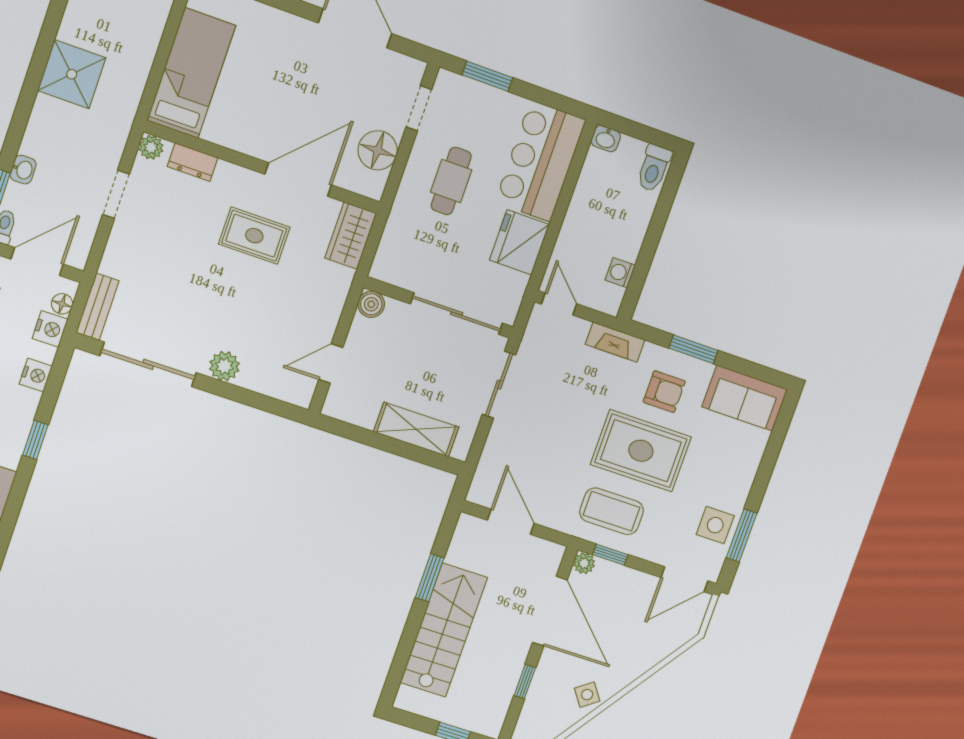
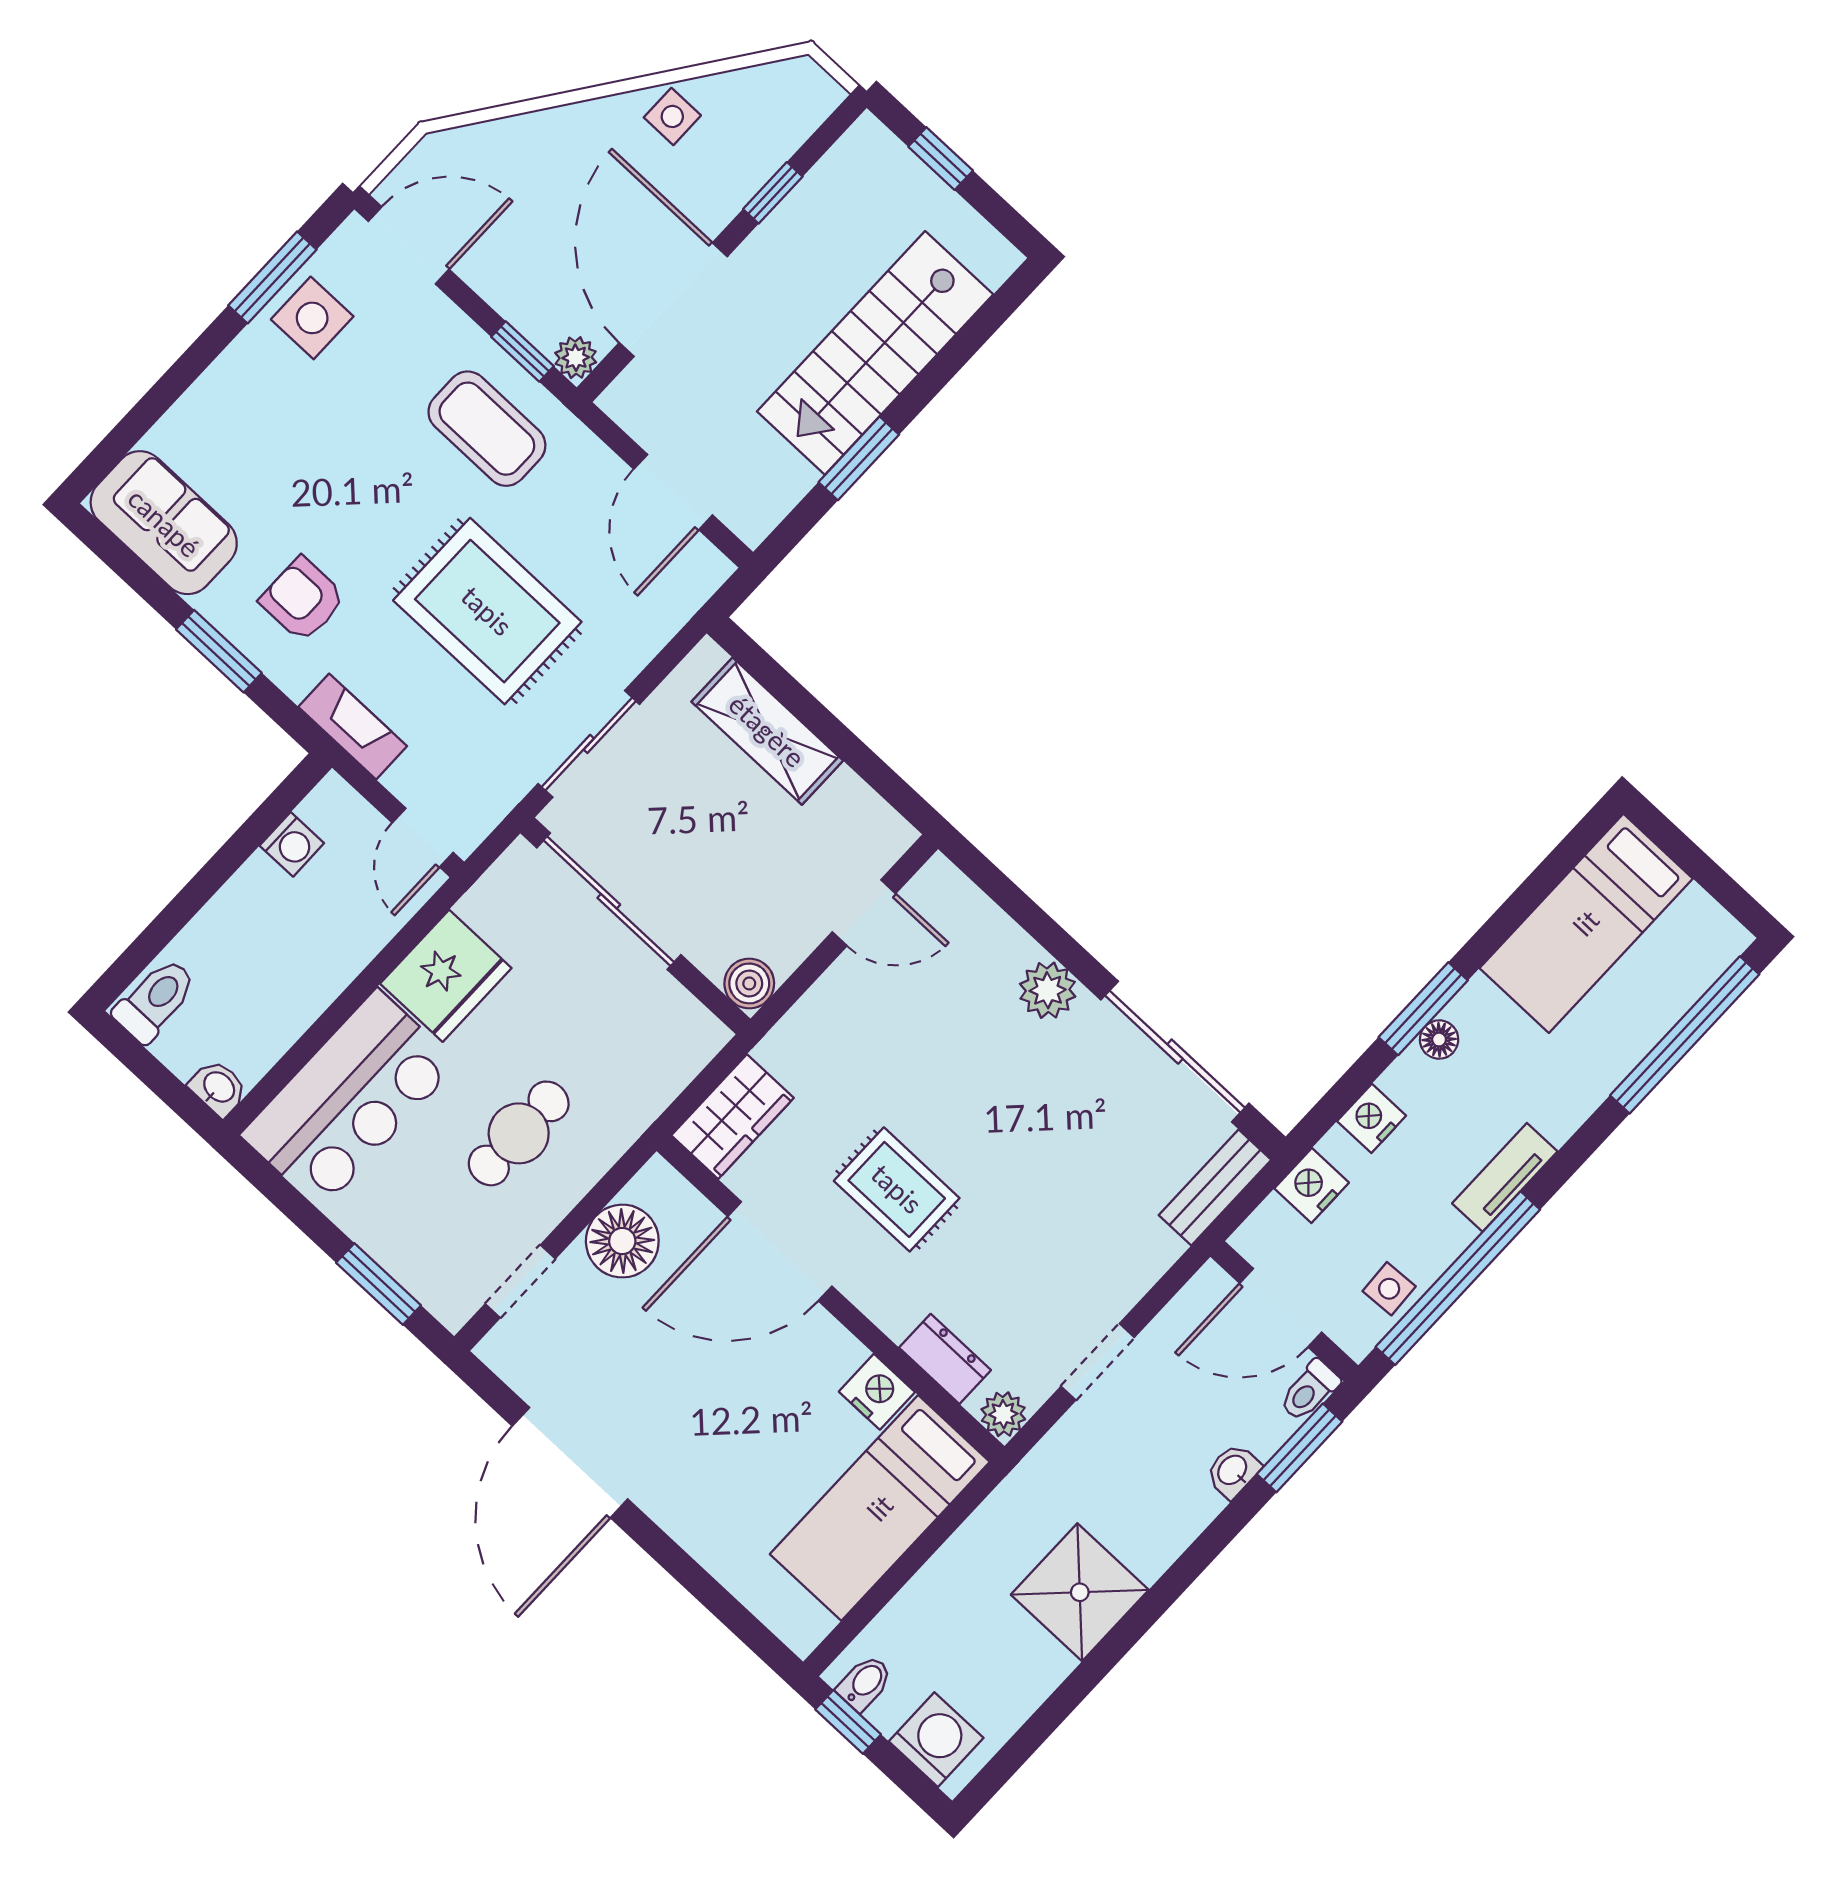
nightstand: (219, 131) -> (877, 1392), added
floor lamp: (62, 304) -> (1439, 1040), moved
window: (35, 440) -> (1423, 1009), width x1.50
rug: (641, 451) -> (487, 611), moved
side table: (587, 695) -> (672, 116), turned 36

